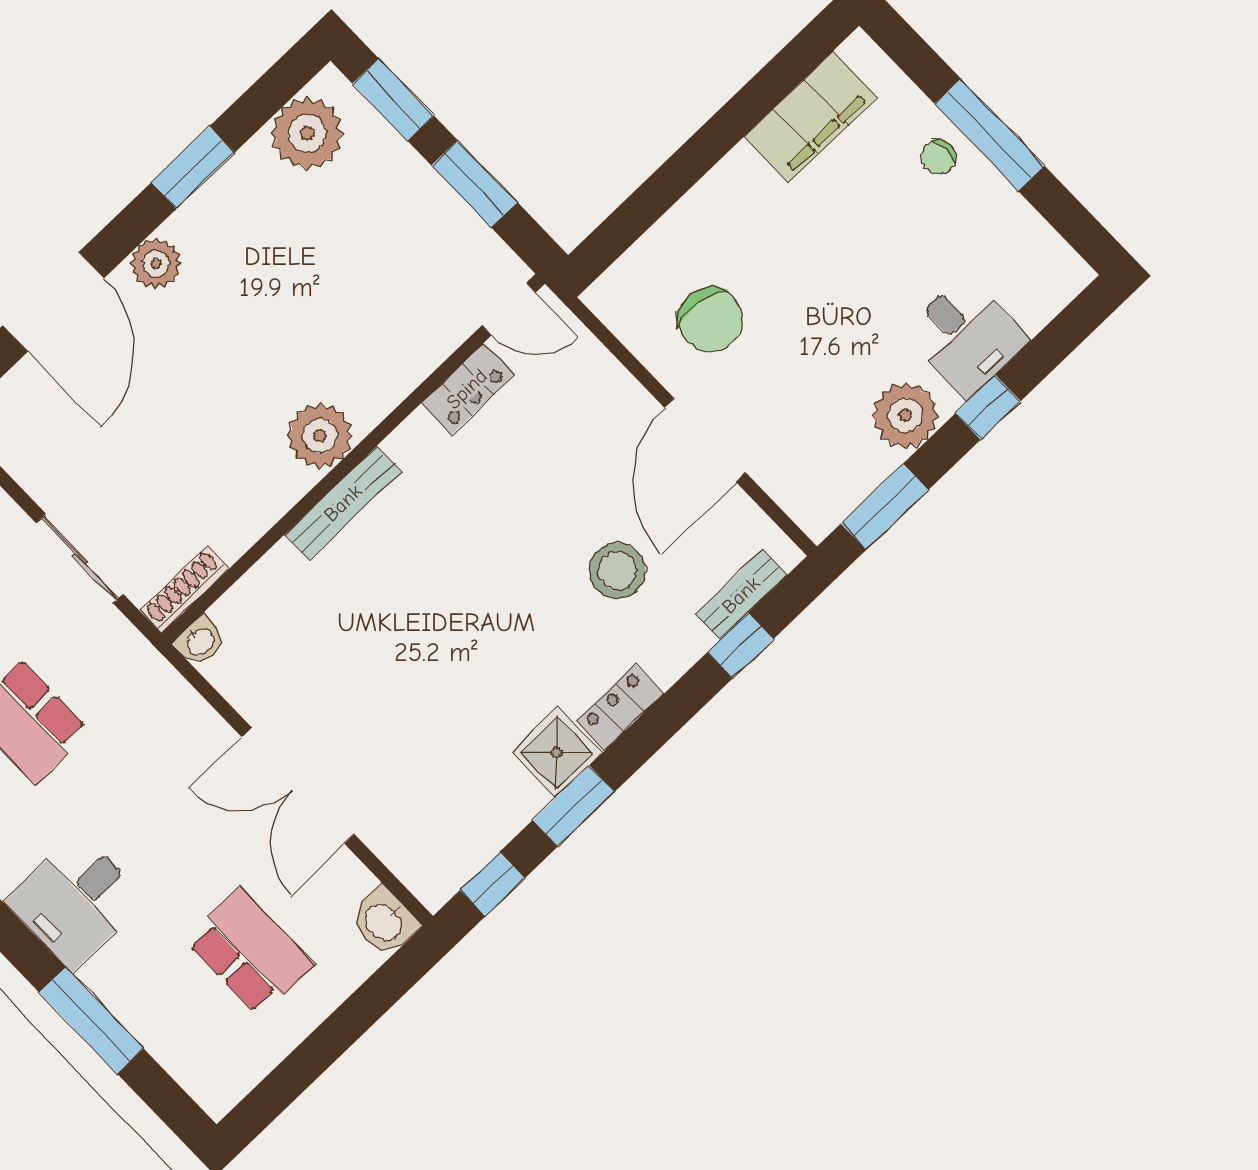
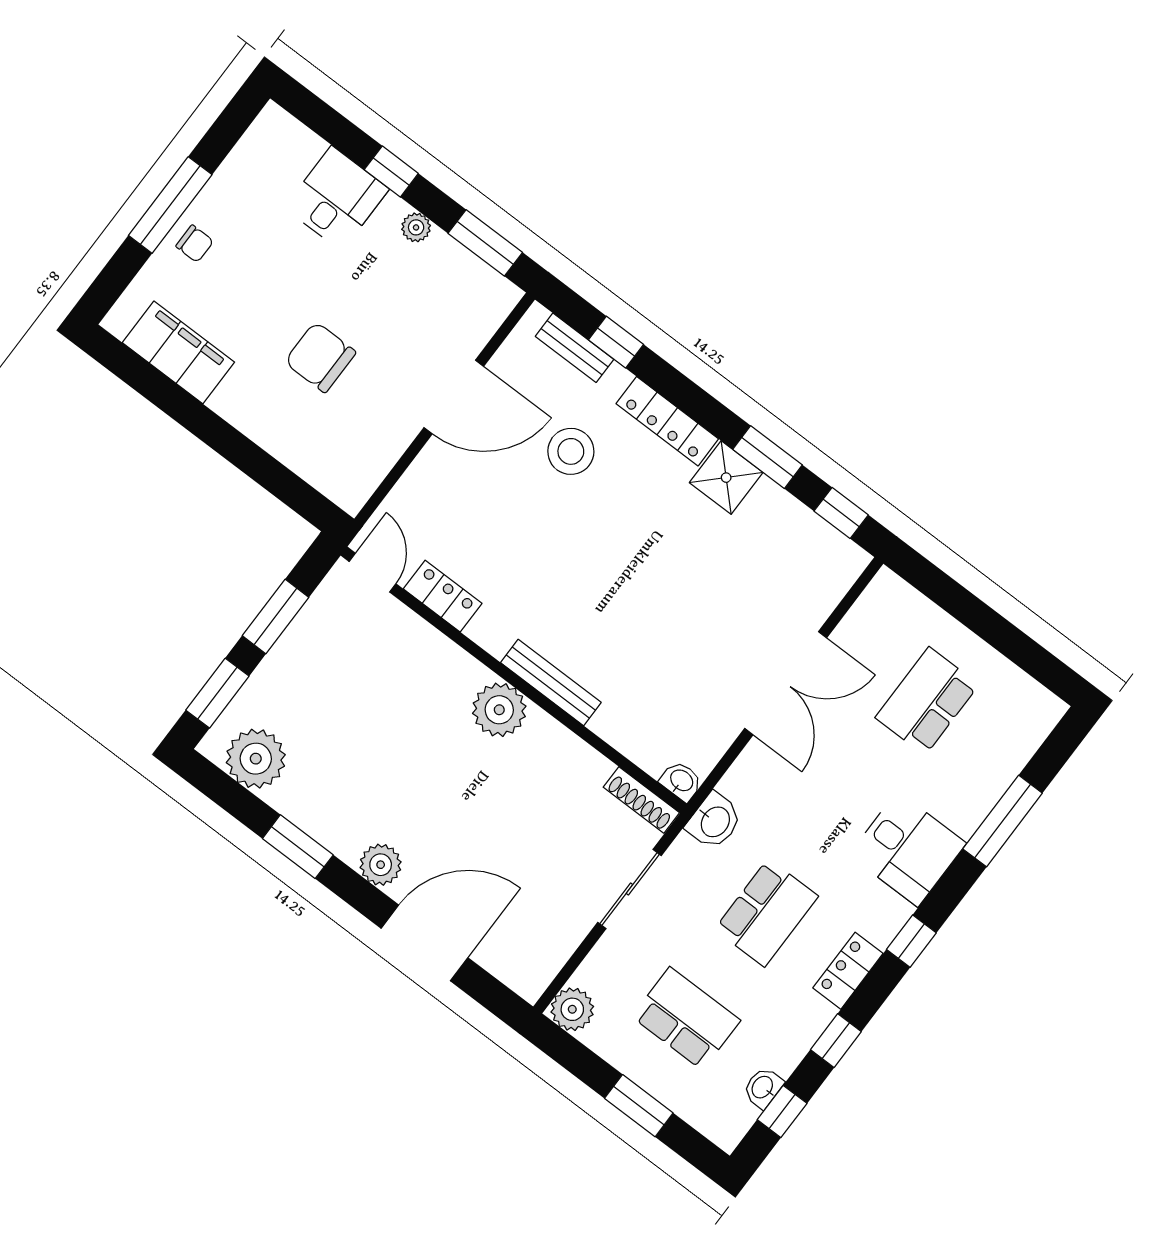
chair: (710, 319) -> (320, 357), moved, turned -97
plant: (905, 415) -> (416, 227), width x0.53, depth x0.53
locker: (620, 707) -> (667, 421), width x1.53
washbasin: (384, 921) -> (714, 821), moved

